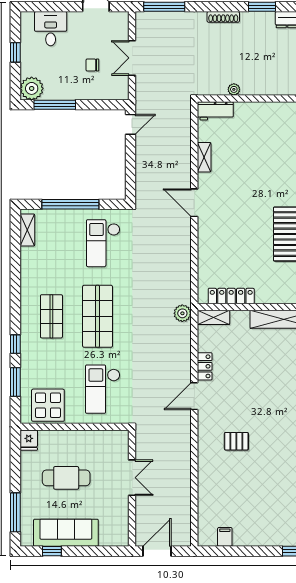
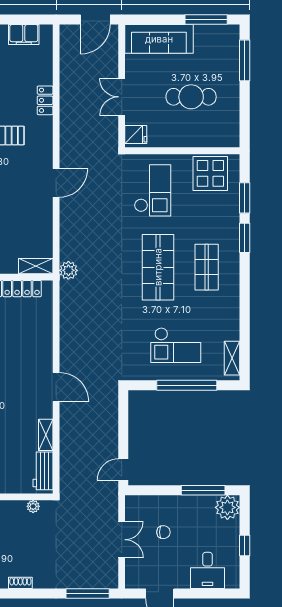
shoe rack: (223, 17) -> (20, 583), width x0.70
plant: (234, 89) -> (33, 506), moved
workbench: (215, 111) -> (43, 471), moved, turned -90
checkout: (103, 243) -> (176, 345), moved, turned 90
window: (15, 344) -> (245, 238), width x1.50
locker: (205, 366) -> (45, 100), moved
fridge: (29, 440) -> (136, 134), moved, turned 90
sofa: (66, 533) -> (159, 39), moved
filing cabinet: (225, 537) -> (24, 35), width x2.00
window: (52, 551) -> (206, 20), width x2.17

